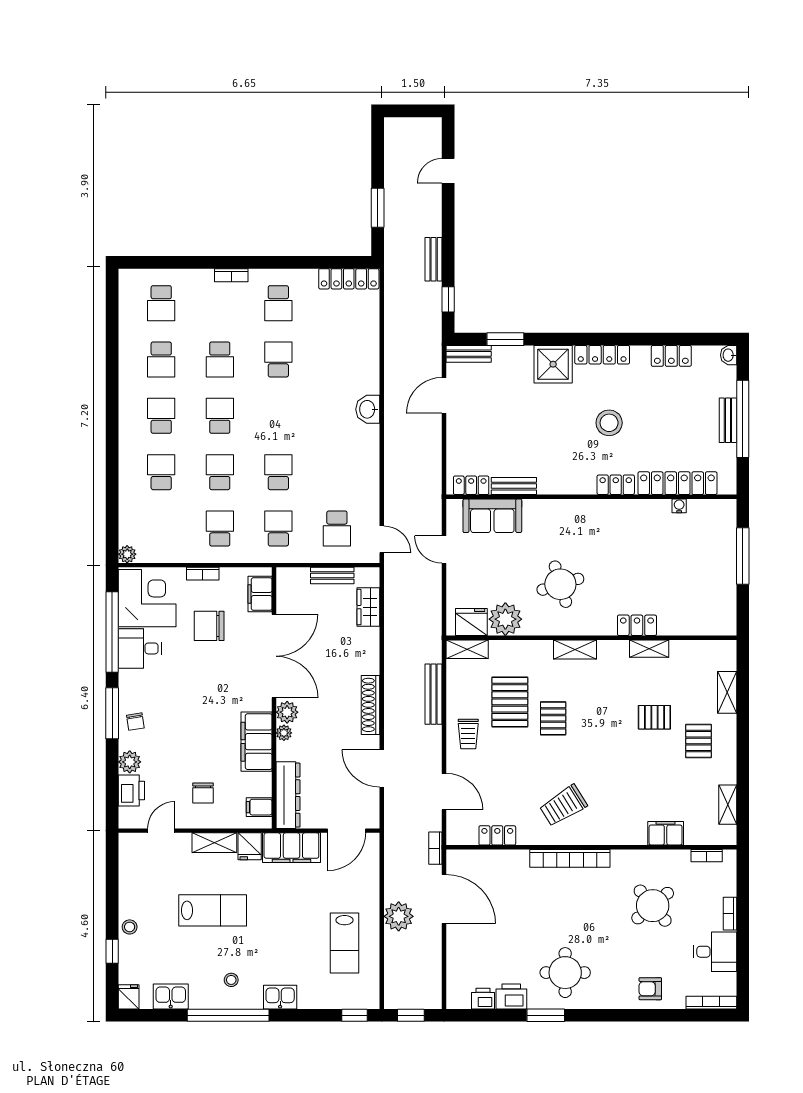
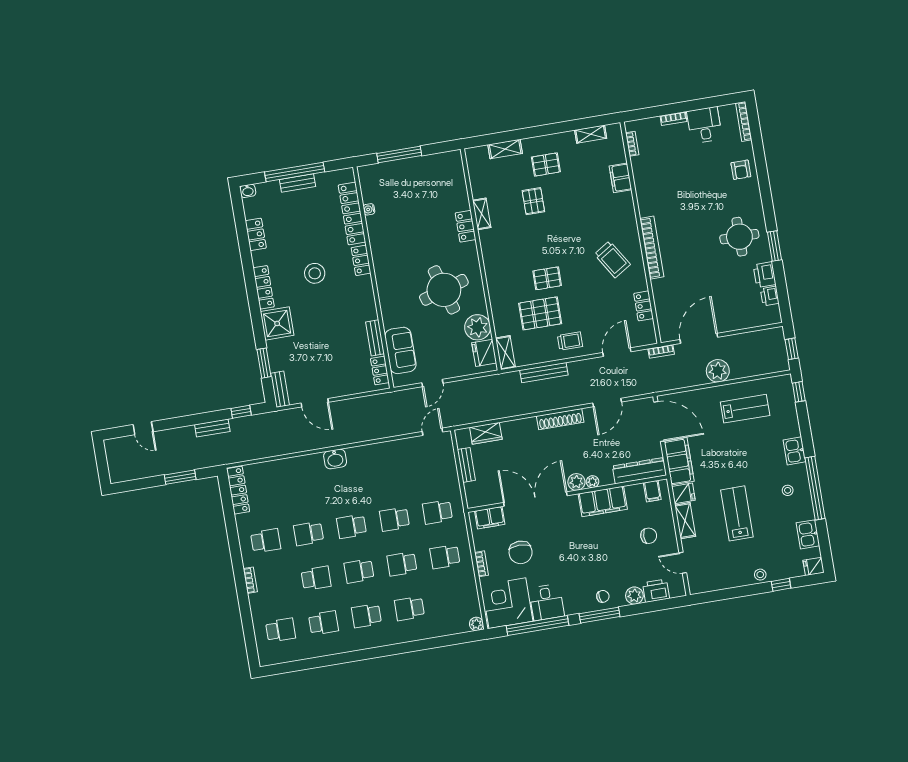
school desk: (337, 528) -> (352, 526), moved, turned 180
round table: (560, 584) -> (444, 290), width x1.36, depth x1.36
shelving: (575, 650) -> (492, 270), removed
door: (346, 831) -> (659, 422), width x1.36
round table: (653, 906) -> (677, 179), removed

